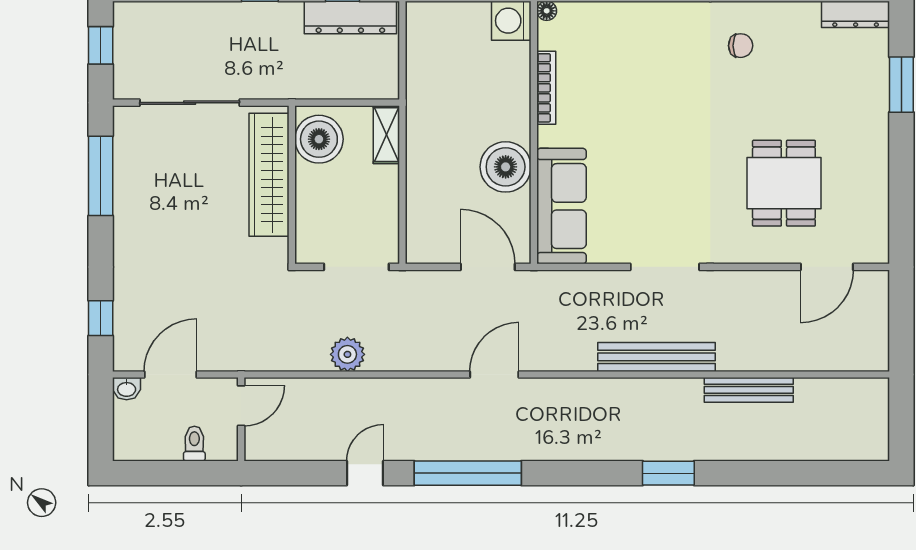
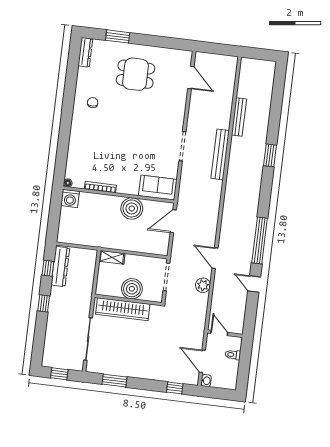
boiler: (319, 139) -> (132, 289), moved
window: (101, 176) -> (115, 381), width x0.69
dining table: (784, 183) -> (136, 74), moved
sofa: (562, 206) -> (158, 188), width x0.73
door: (494, 374) -> (215, 258), moved

